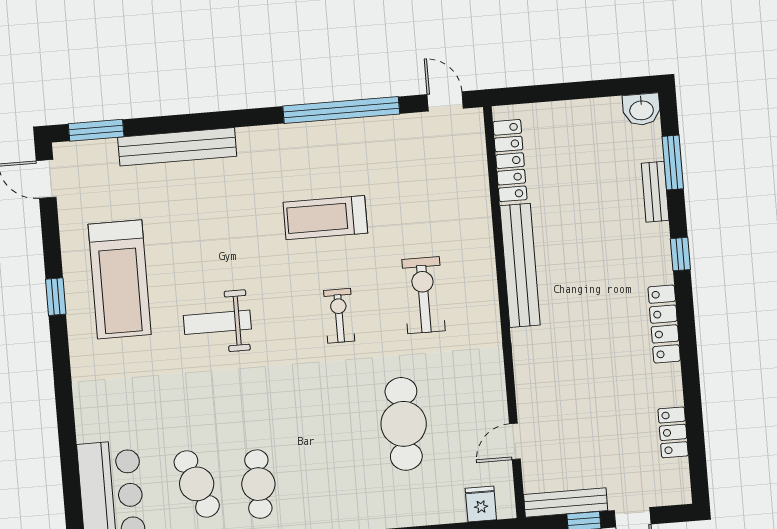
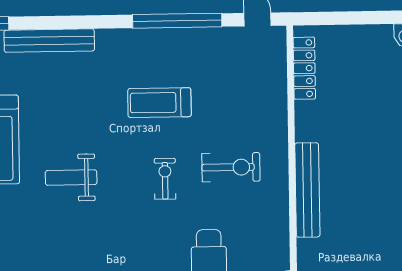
bench: (520, 265) -> (307, 190), moved
exercise bike: (424, 295) -> (231, 167), turned 90

